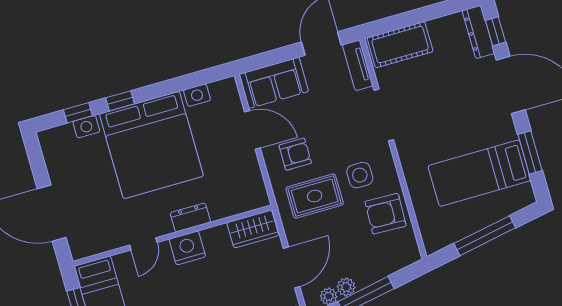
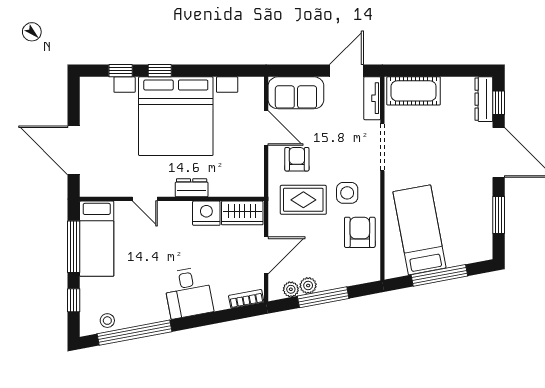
armchair: (295, 154) -> (297, 159), turned -90
bed: (479, 173) -> (419, 230), moved, turned 79
armchair: (386, 214) -> (360, 232), turned 88
door: (143, 244) -> (145, 199), hinge flipped
nightstand: (187, 248) -> (206, 213), moved

